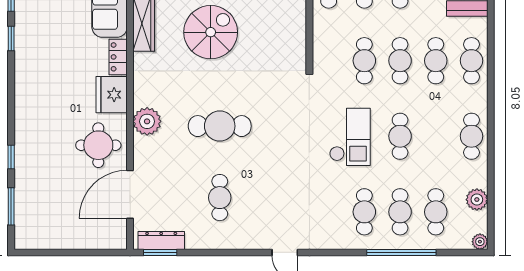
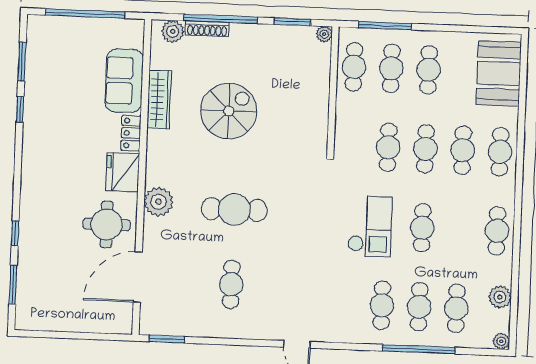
dresser: (161, 240) -> (168, 327), removed

